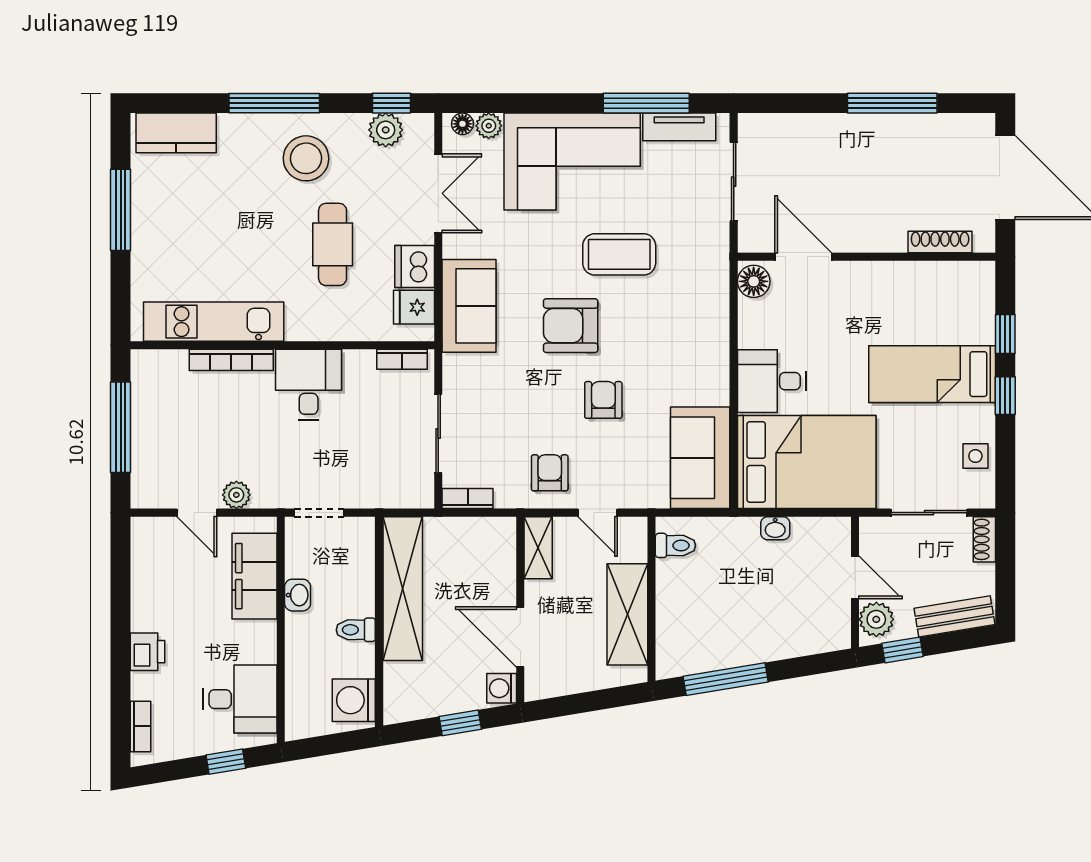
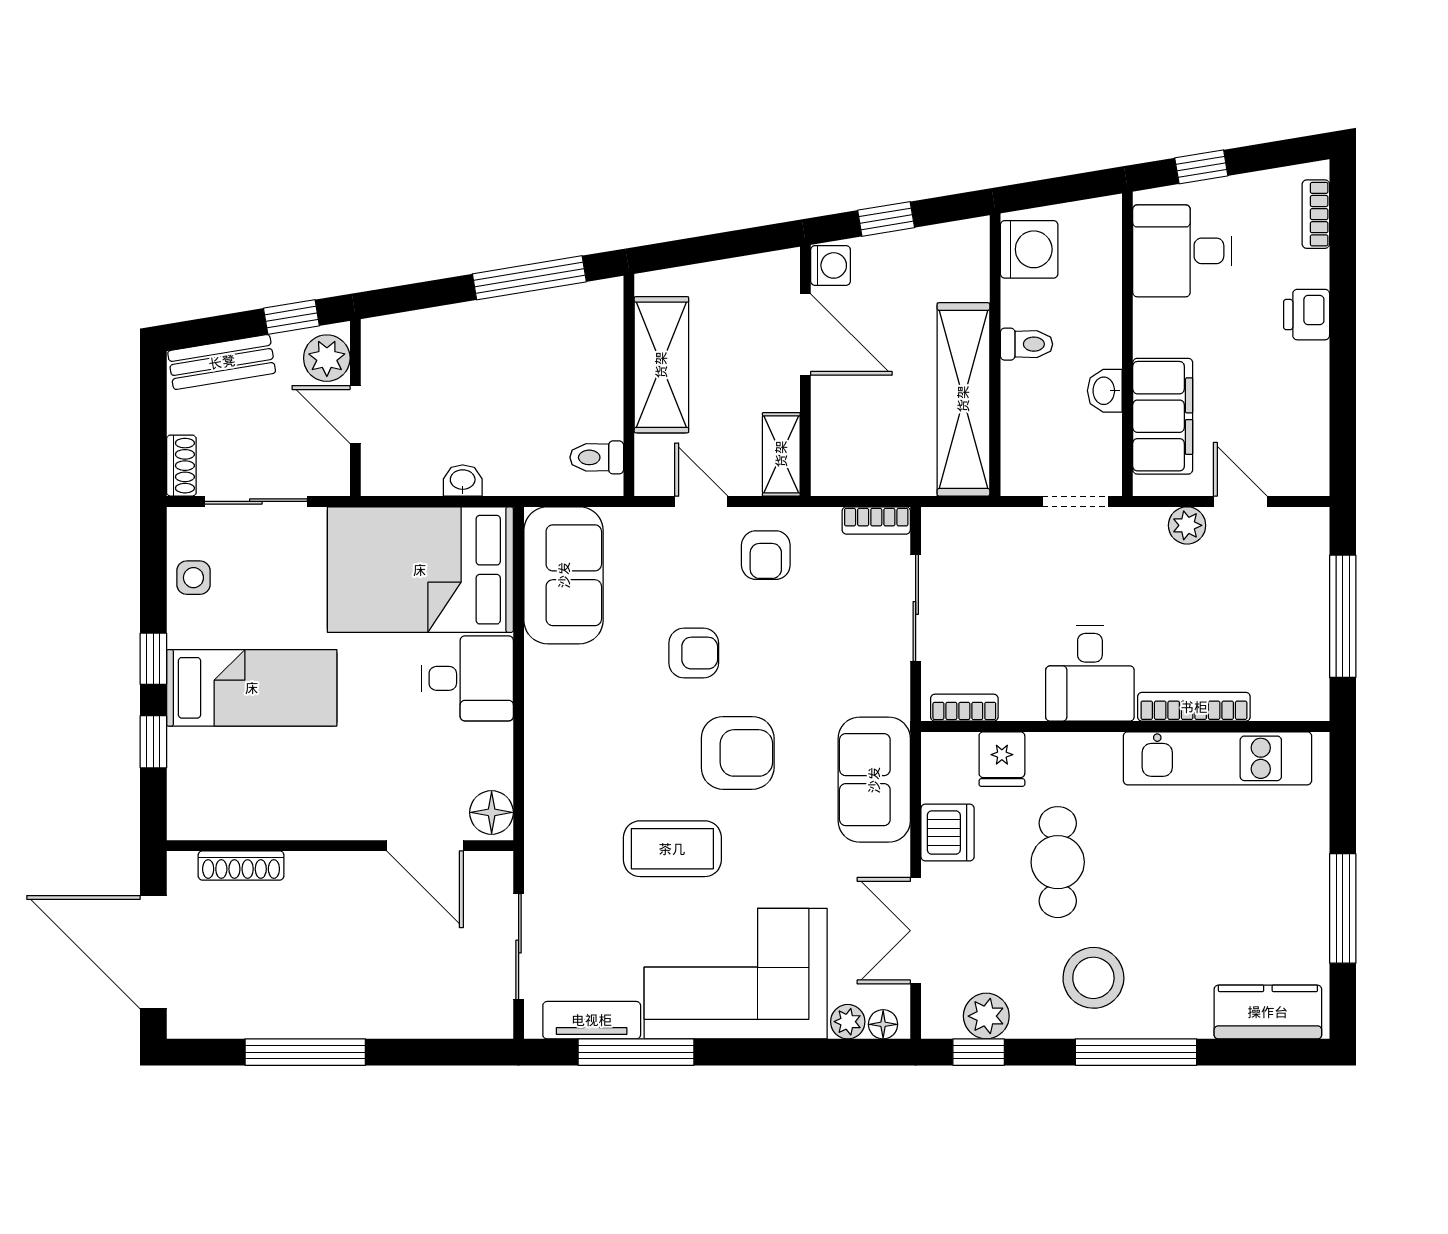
fridge: (414, 307) -> (1002, 759), moved, turned 90
armchair: (603, 400) -> (694, 653), turned -90

